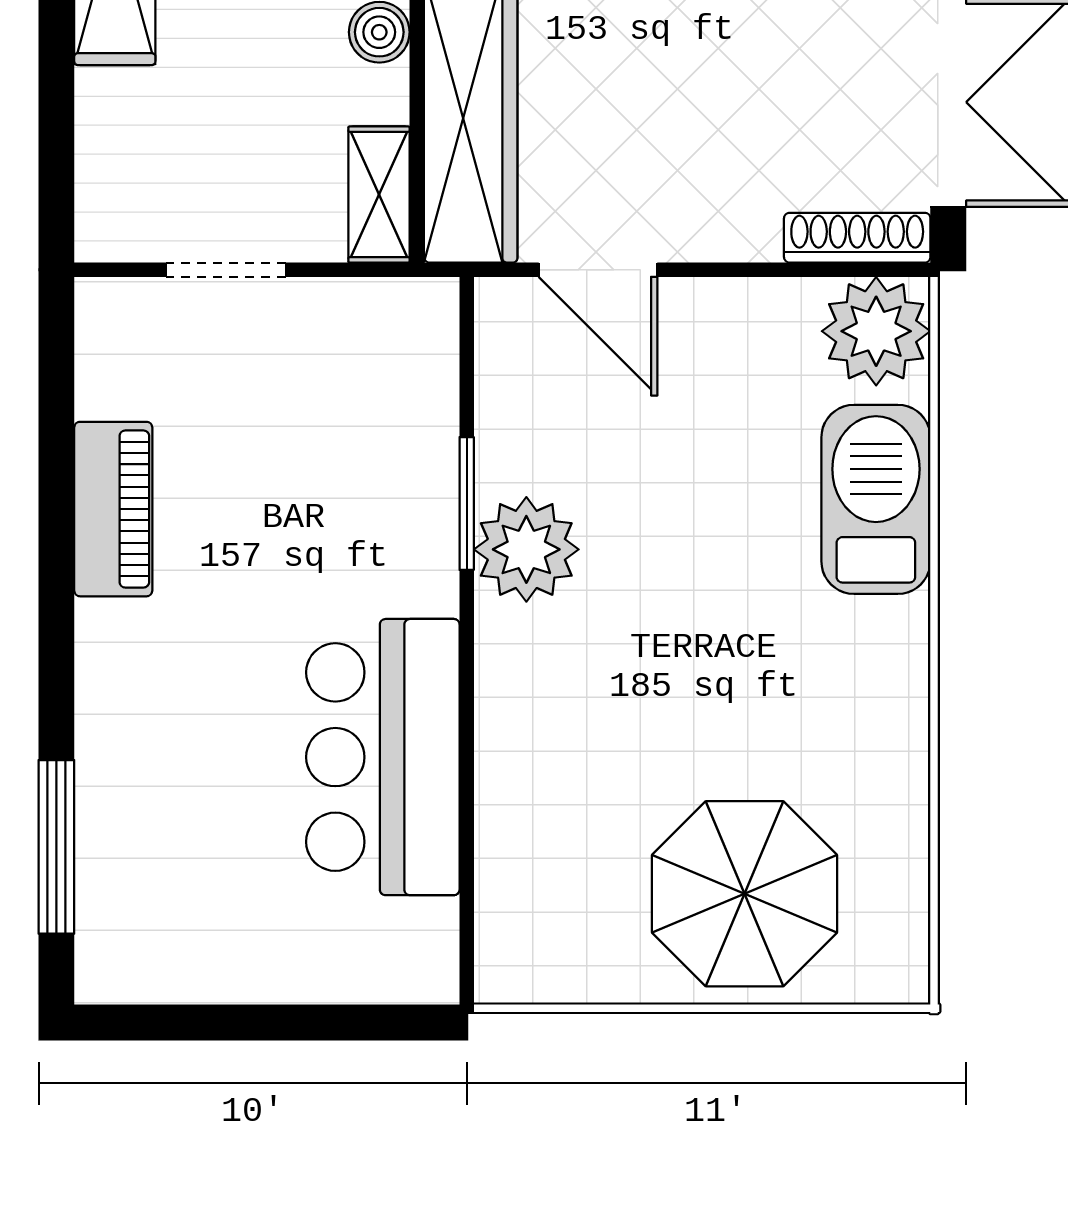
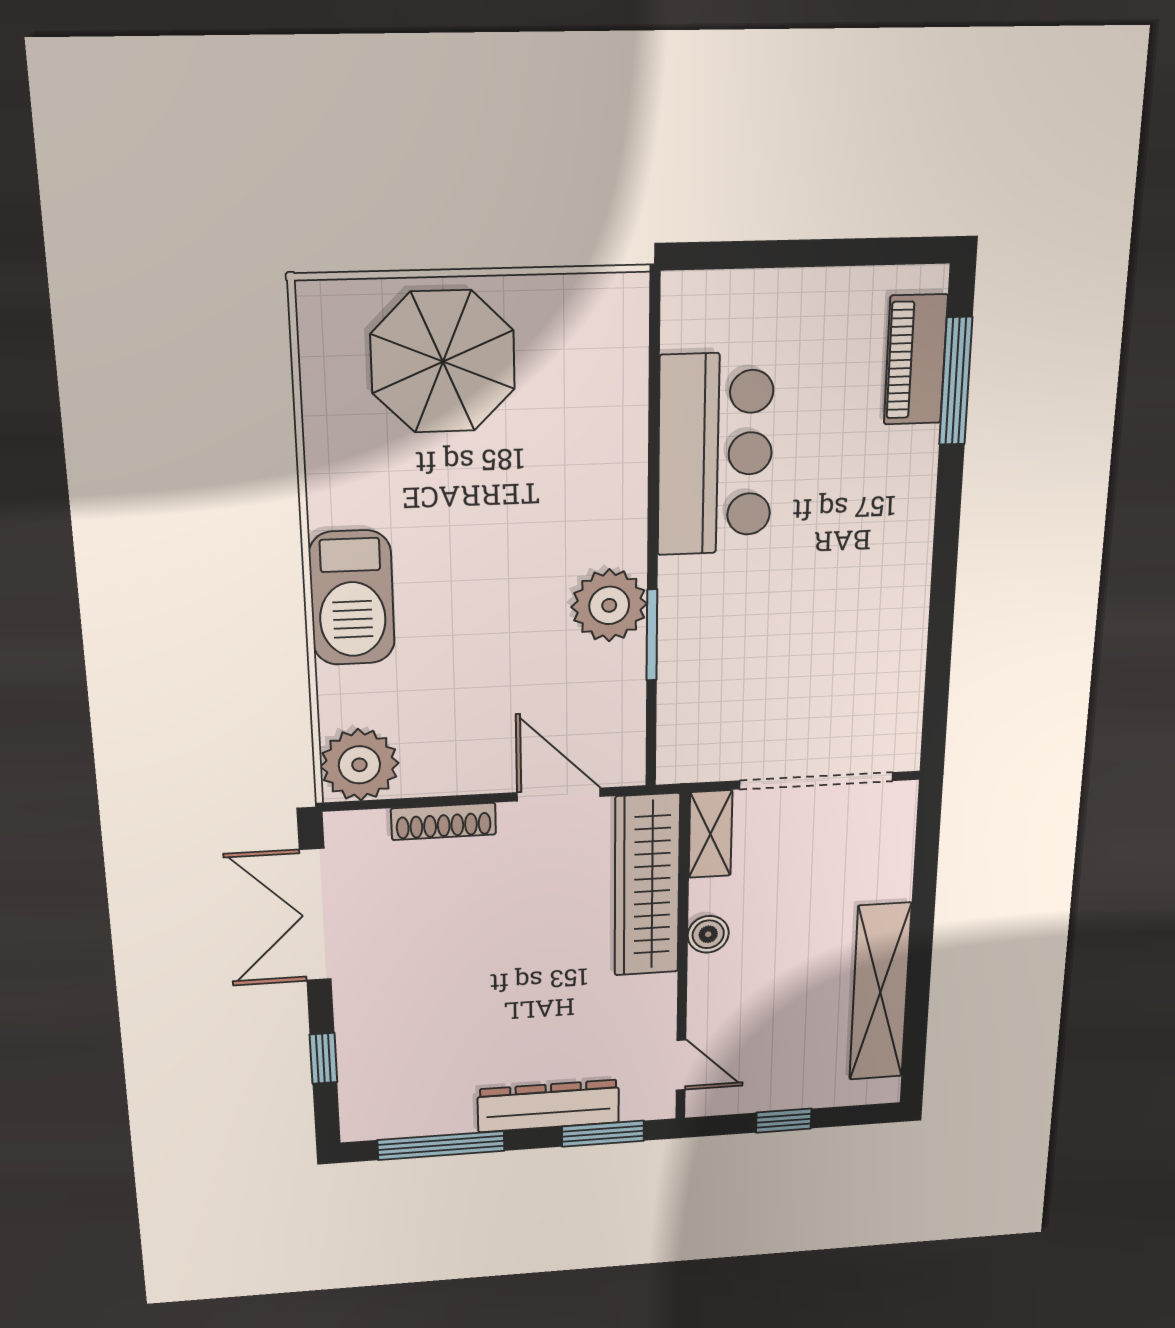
shoe rack: (857, 238) -> (444, 821), moved
doorway: (226, 270) -> (816, 781), width x1.87
barbecue: (876, 499) -> (352, 598), moved
piano: (113, 509) -> (916, 360), moved

